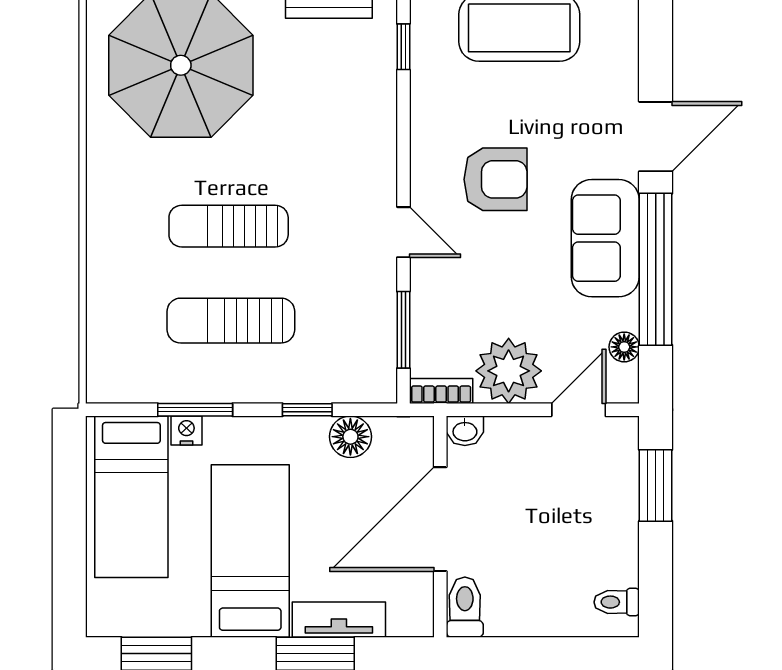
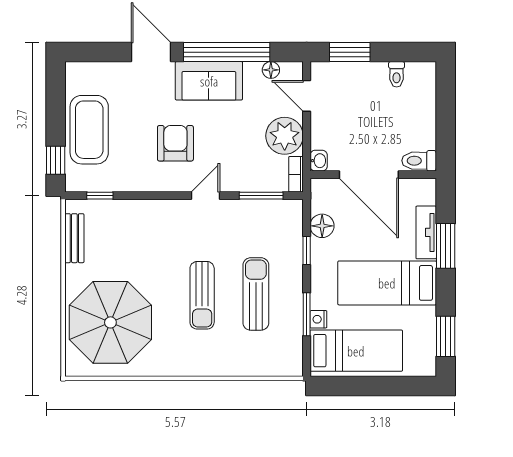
sun lounger: (231, 321) -> (256, 294), turned 180
toilet: (617, 602) -> (397, 74), moved

